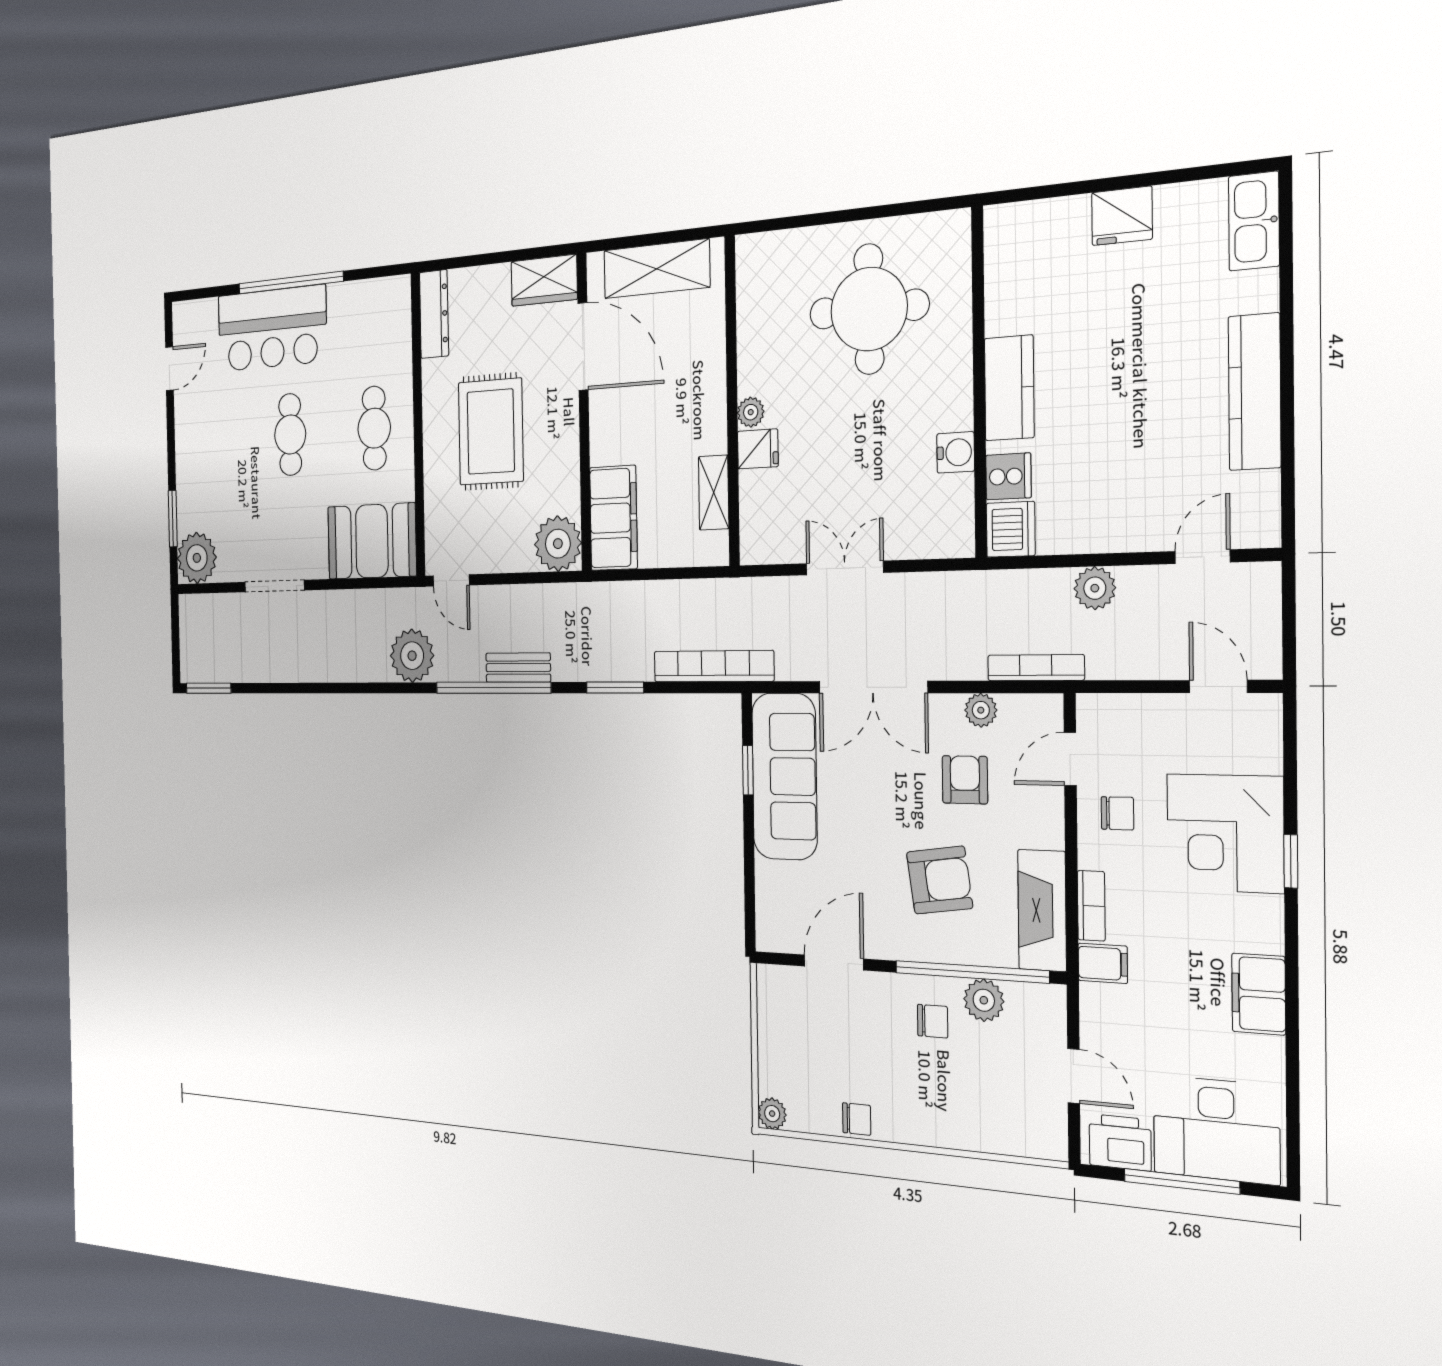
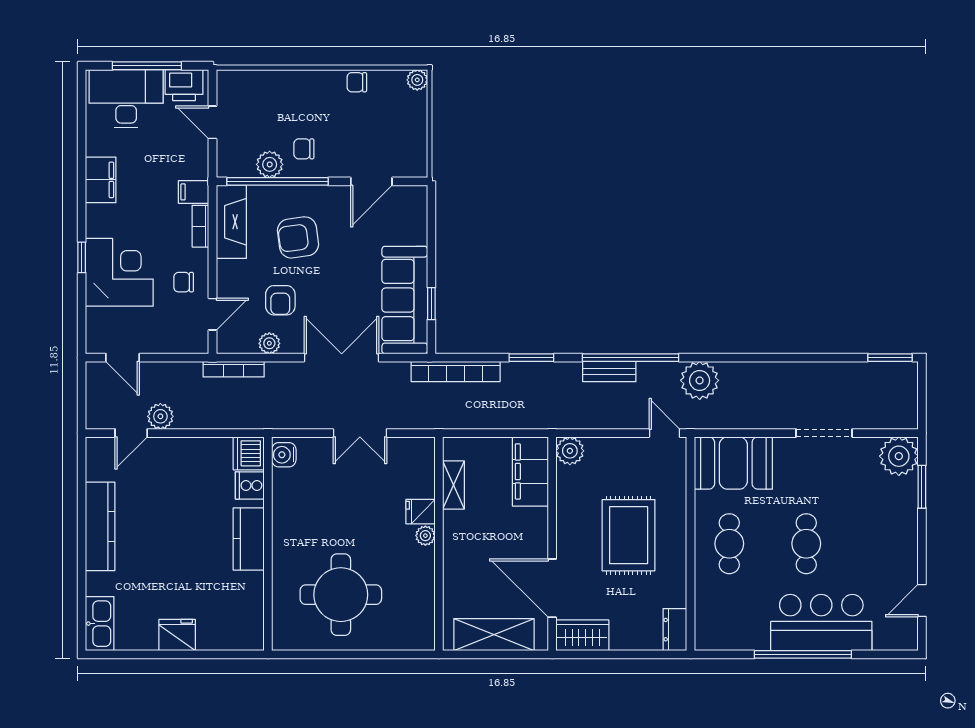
dresser: (434, 314) -> (675, 630), width x0.70
water cooler: (956, 452) -> (284, 455), moved
plant: (558, 544) -> (570, 451), width x0.73, depth x0.73
plant: (1095, 588) -> (160, 416), moved

